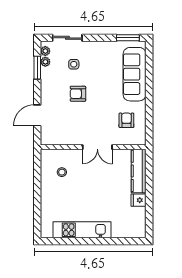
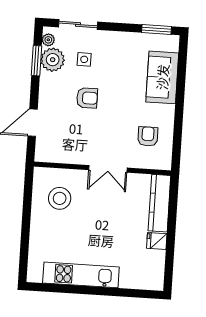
plant: (45, 62) -> (53, 60), width x1.88, depth x1.88
sofa: (135, 74) -> (162, 77), width x0.73
armchair: (78, 94) -> (87, 98), turned 180
stool: (62, 172) -> (60, 198), width x1.89, depth x1.89

